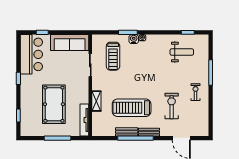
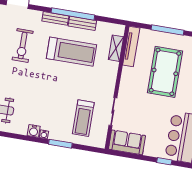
water cooler: (134, 39) -> (34, 131), moved
sofa: (70, 43) -> (127, 142), width x0.73
treadmill: (113, 56) -> (83, 118), turned 180
shelving: (96, 101) -> (116, 48), moved

